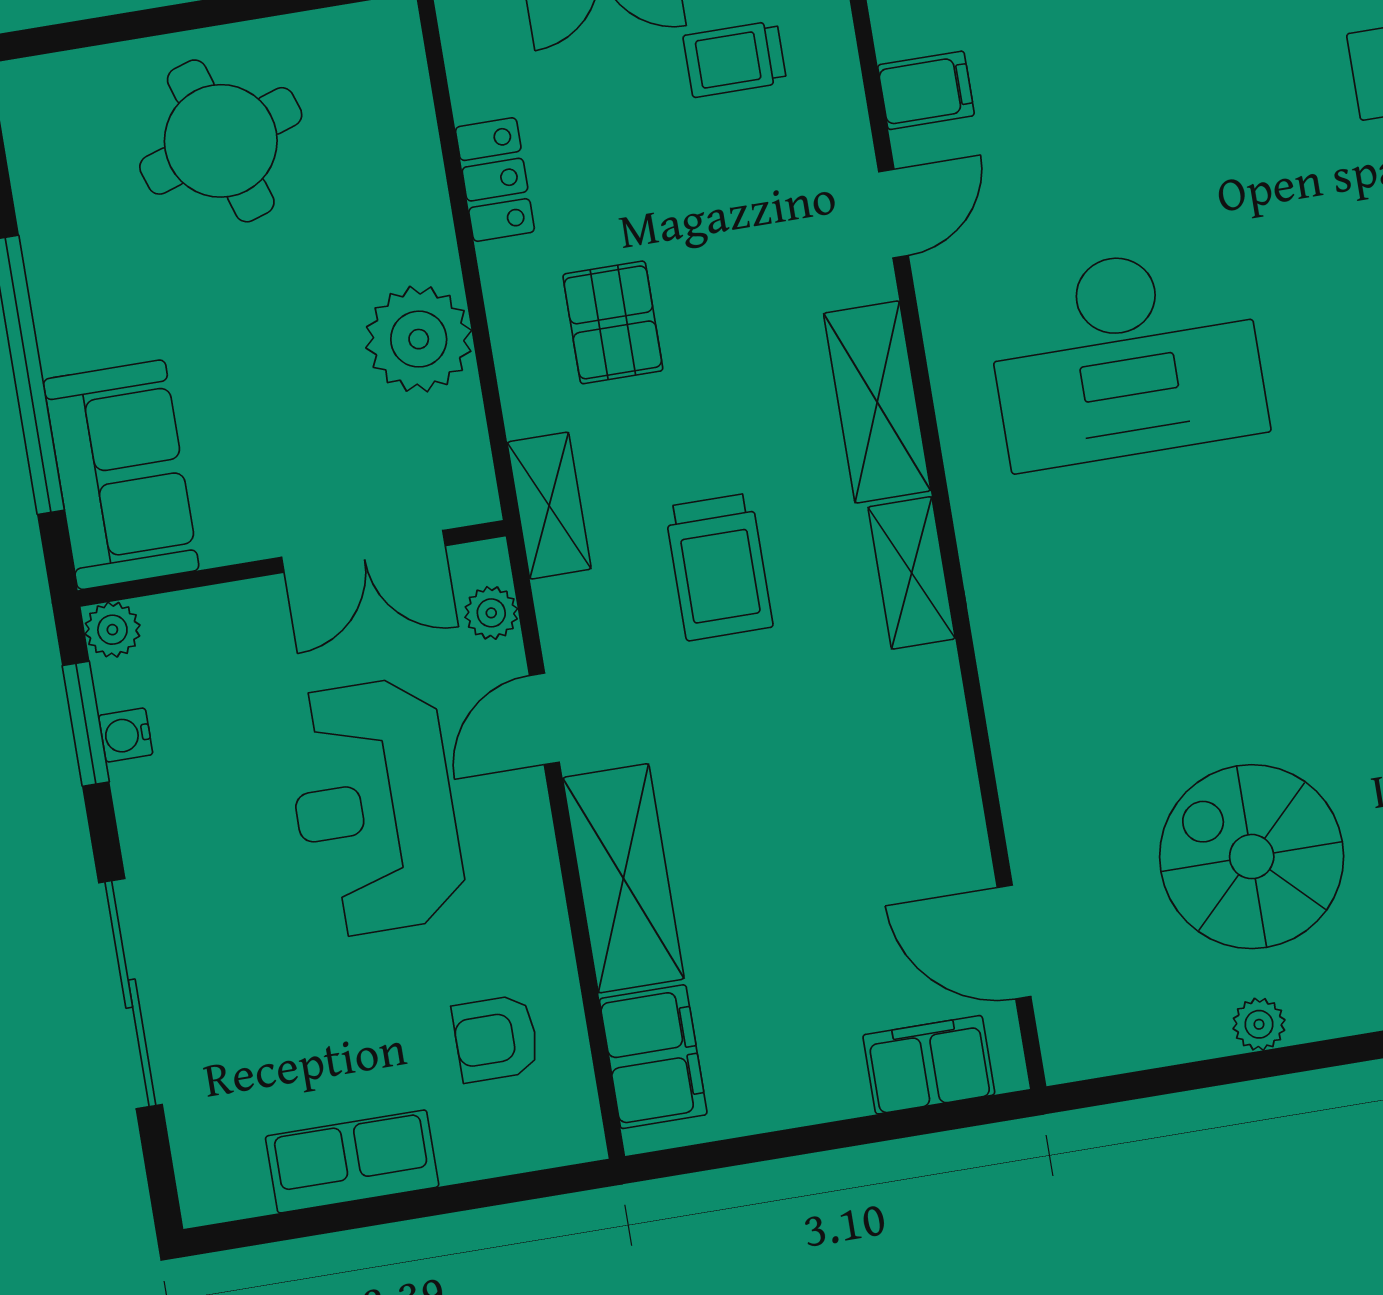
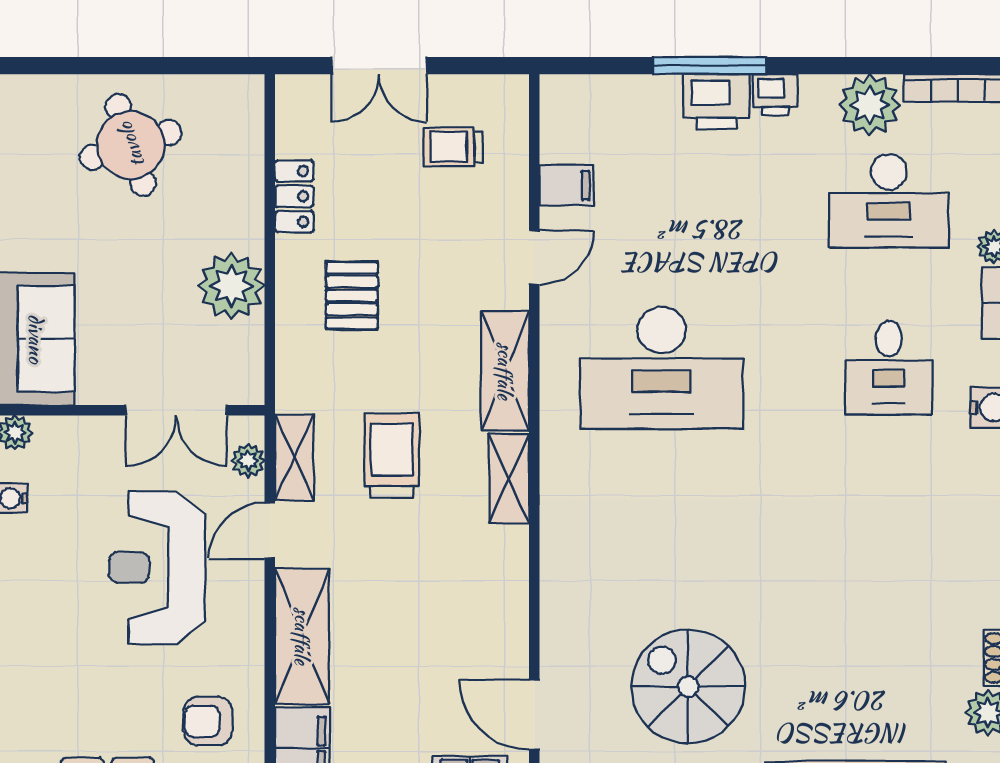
shelving: (549, 506) -> (294, 457), moved
trolley: (719, 567) -> (392, 456), turned 180

